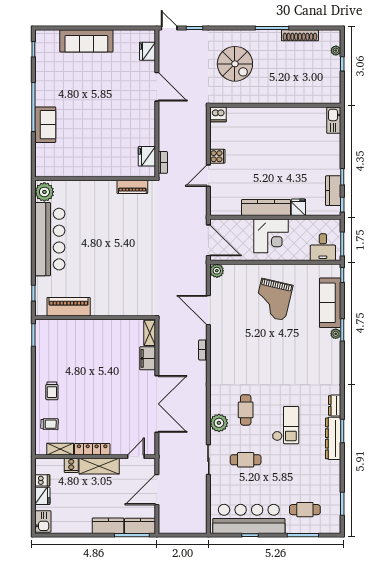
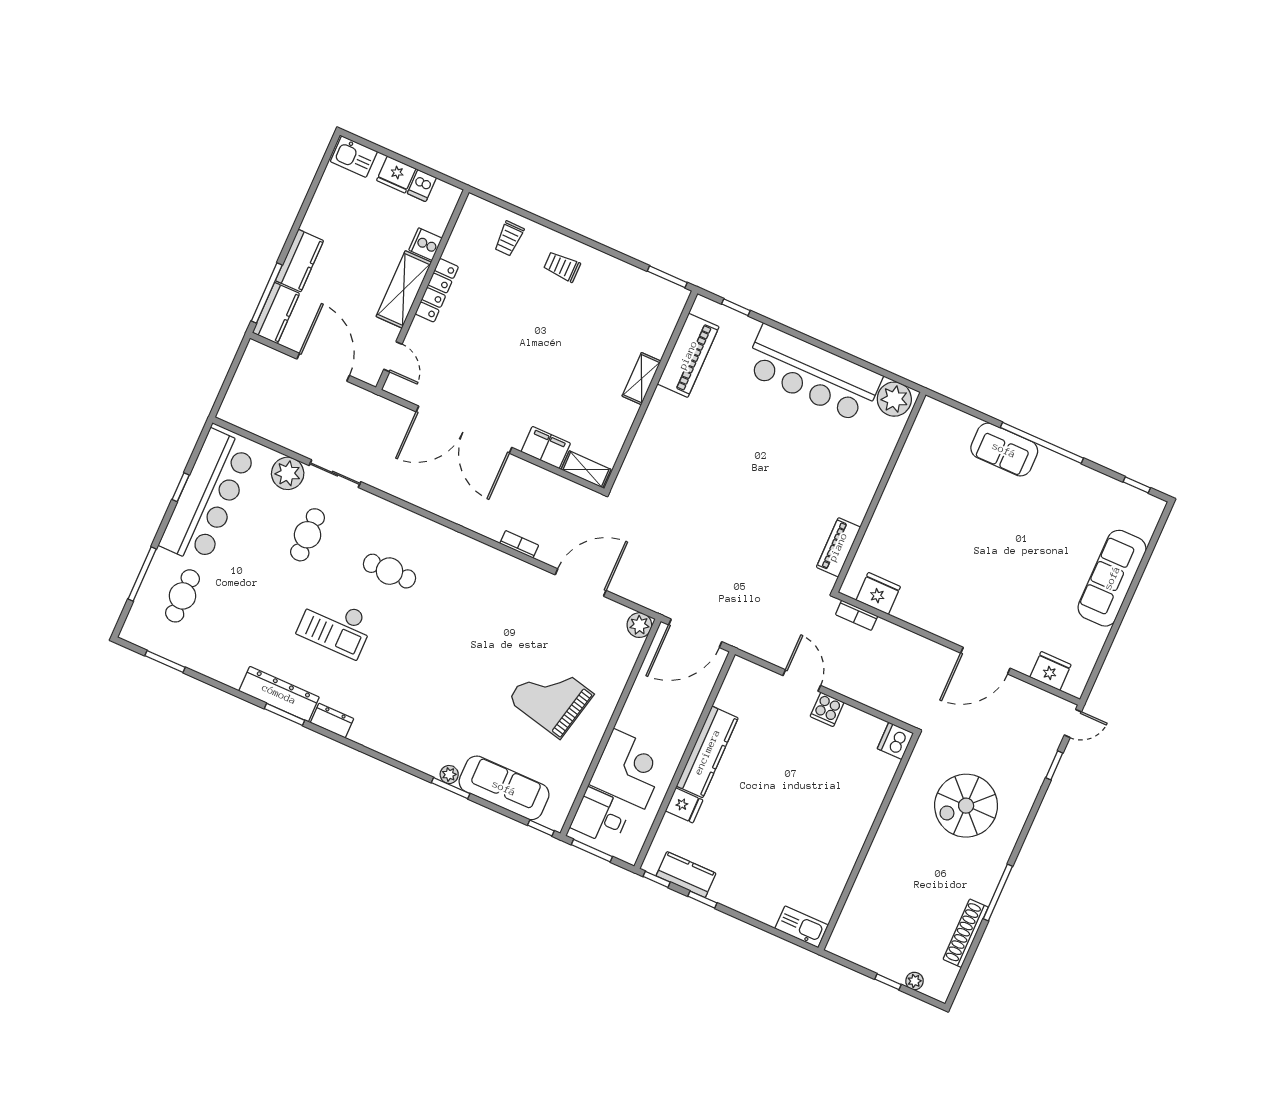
corner desk: (271, 236) -> (629, 769), moved, turned 180
plant: (219, 423) -> (288, 473), moved
shelving: (60, 449) -> (641, 379), moved

